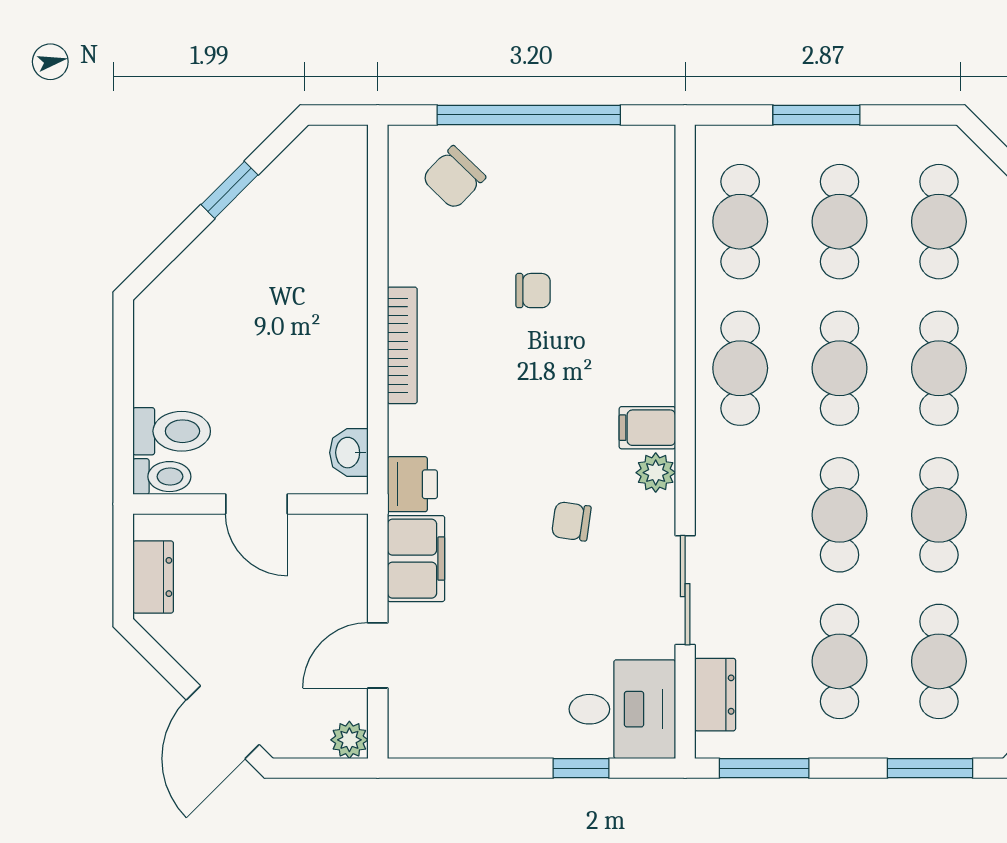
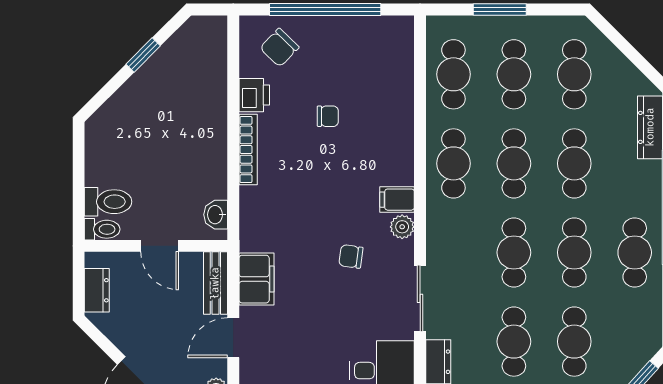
printer: (412, 484) -> (254, 95), moved
bench: (348, 565) -> (215, 283), added

